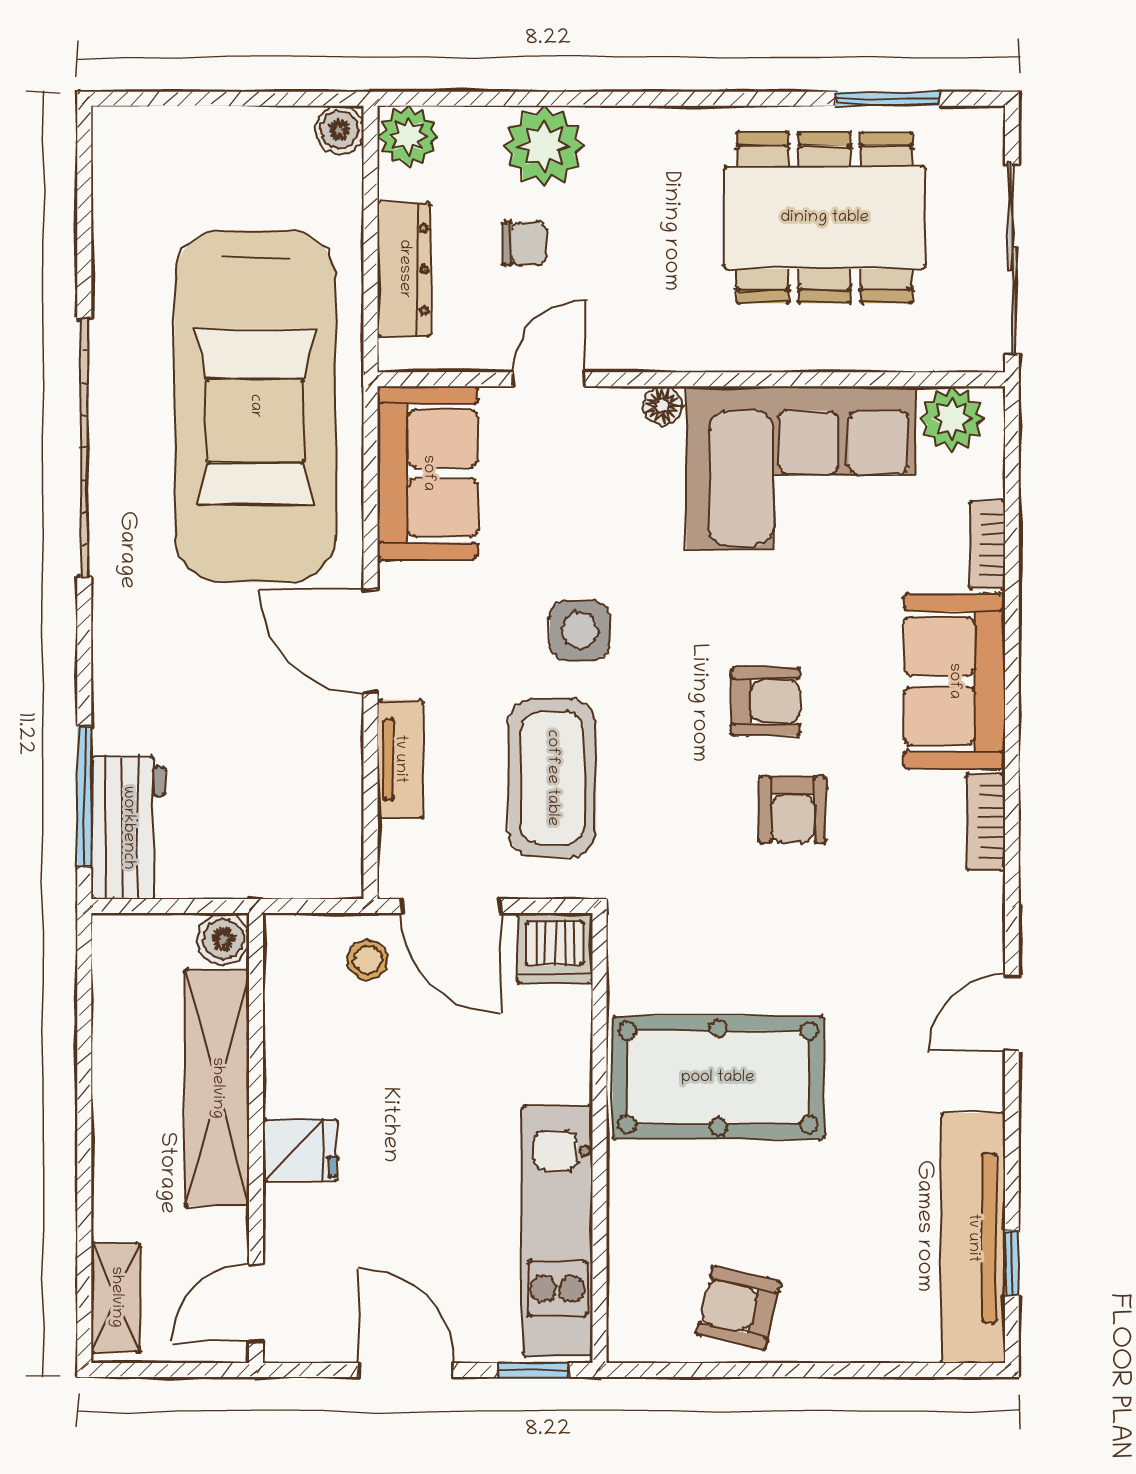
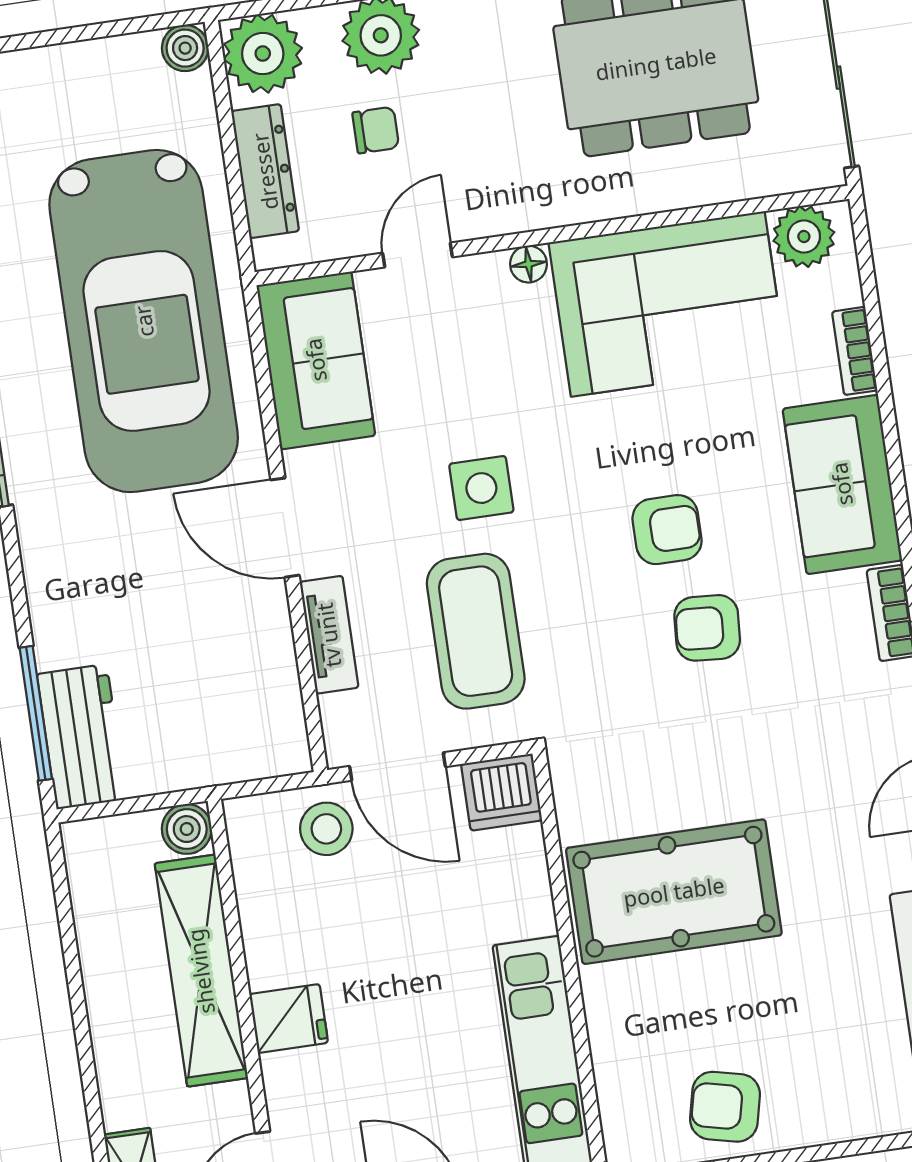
plant: (408, 136) -> (263, 54), width x1.36, depth x1.36
armchair: (793, 809) -> (707, 628), turned 94
stool: (368, 960) -> (326, 829), width x1.37, depth x1.37

